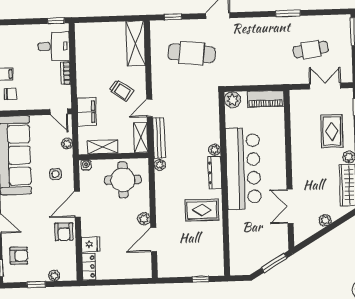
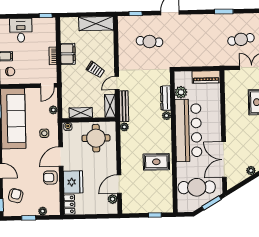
shelving: (136, 43) -> (96, 24), moved, turned 90
desk: (54, 46) -> (21, 30), moved, turned -90
cafe table: (192, 53) -> (150, 41), width x0.73, depth x0.74
plant: (233, 100) -> (181, 92), moved
door: (59, 112) -> (47, 85), hinge flipped
filing cabinet: (87, 112) -> (68, 54), moved
dresser: (215, 173) -> (166, 98), moved
double door: (290, 206) -> (224, 159), width x1.37
plant: (144, 219) -> (113, 199), moved
armchair: (64, 232) -> (50, 178), turned 90
cafe table: (255, 243) -> (197, 187), added
fridge: (91, 244) -> (73, 182), width x1.88, depth x1.34
armchair: (19, 256) -> (16, 196), turned -74

